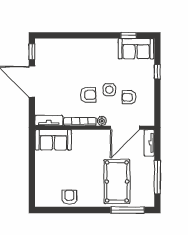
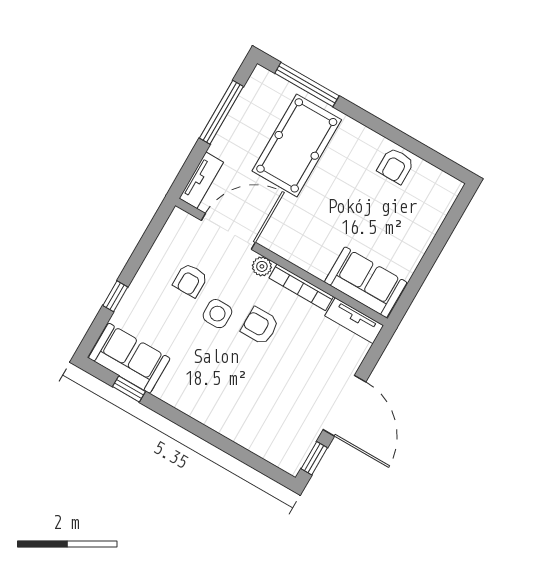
armchair: (129, 97) -> (190, 280), turned 90

